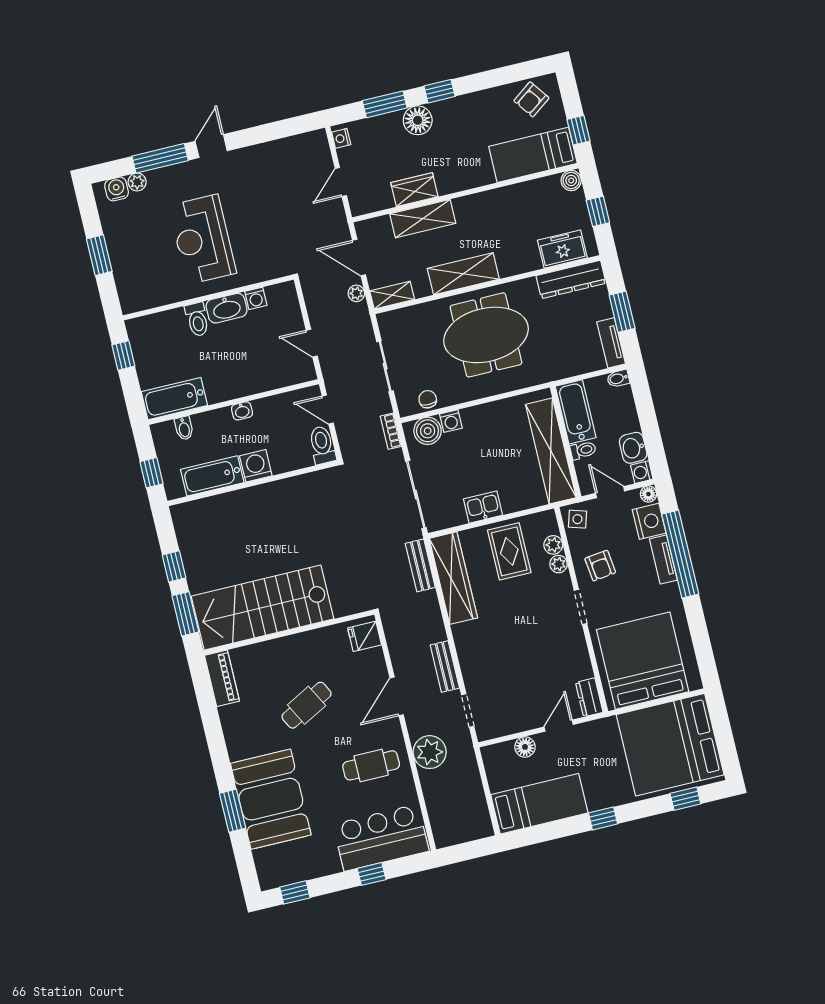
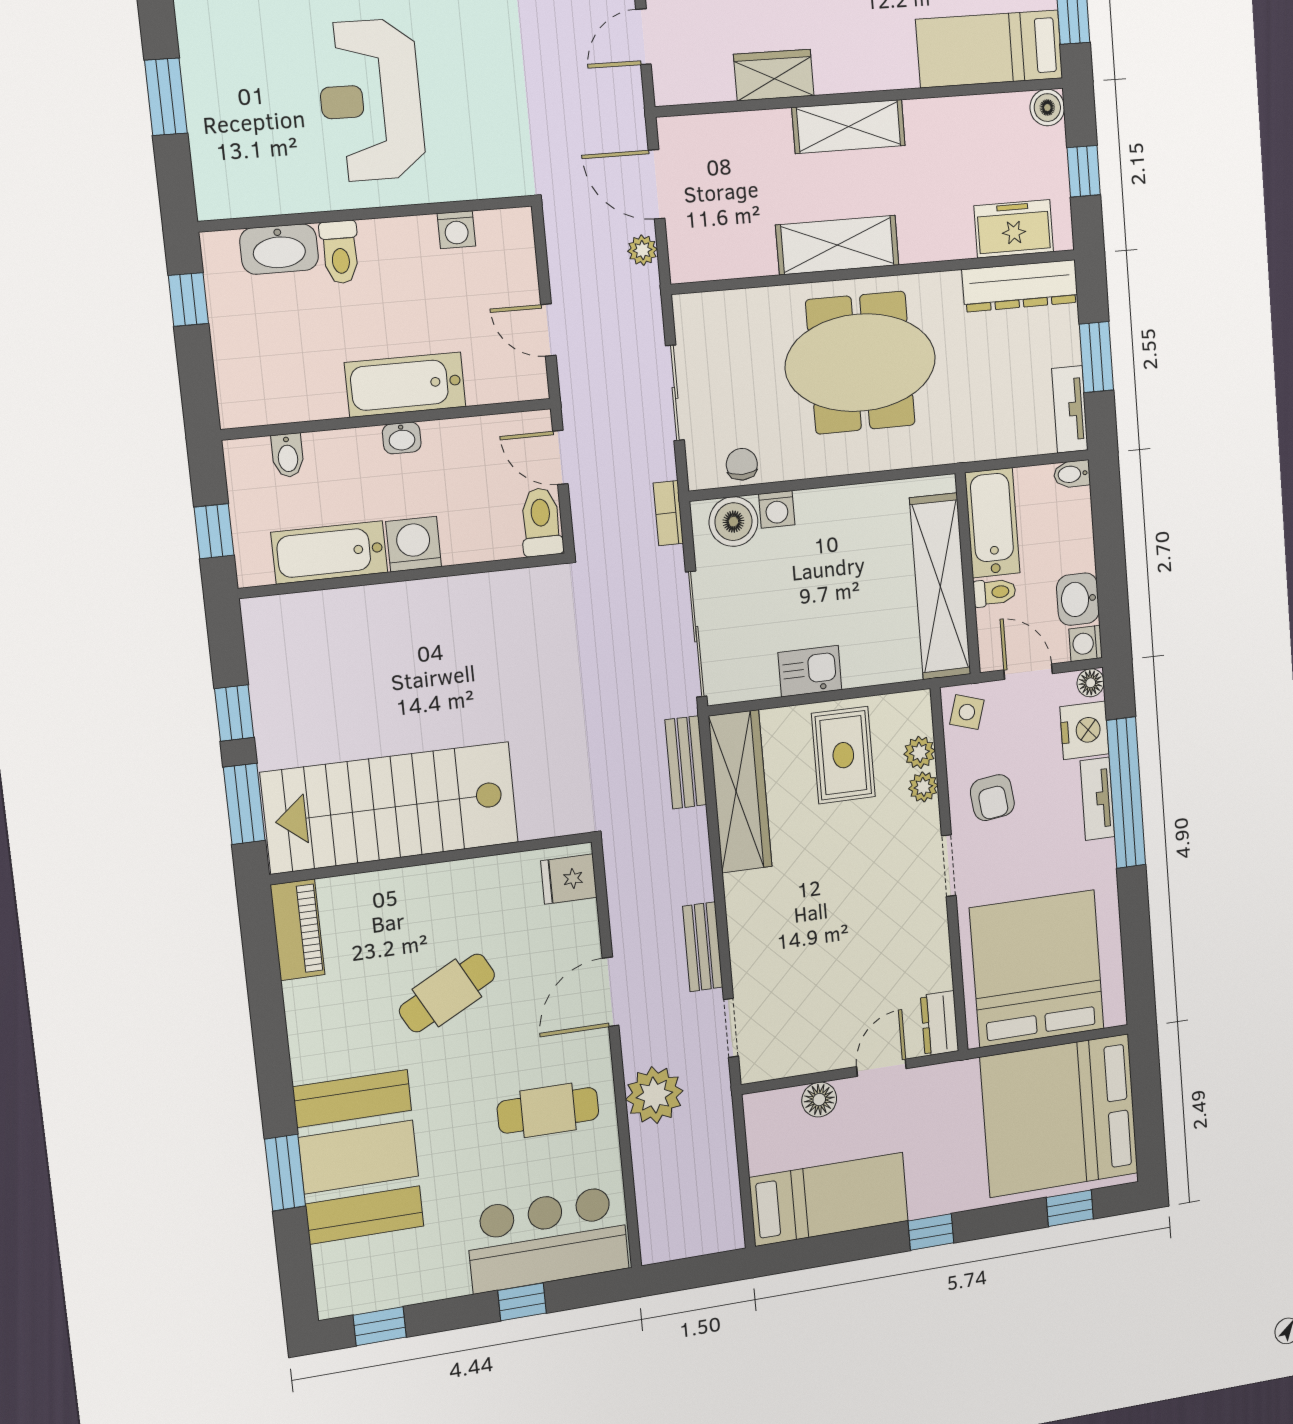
shelving: (423, 219) -> (849, 126), moved
shelving: (392, 295) -> (706, 264), removed
washbasin: (227, 308) -> (279, 249), moved
bathtub: (174, 399) -> (405, 385), moved

